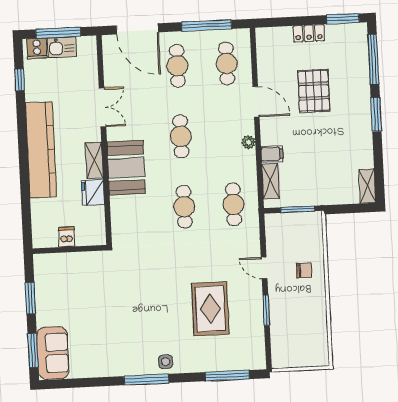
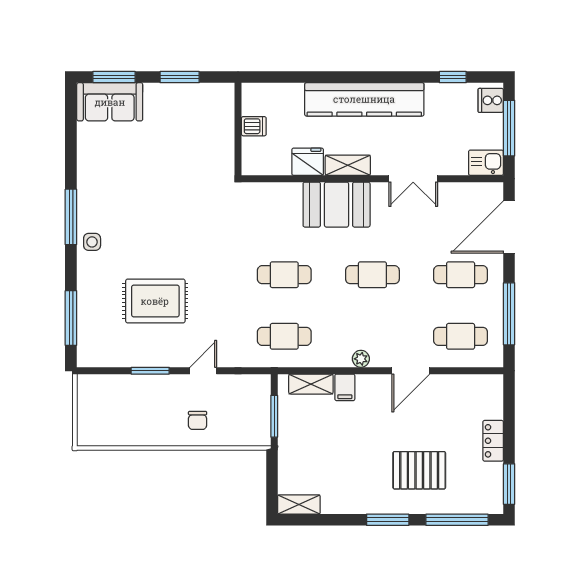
kitchen sink: (62, 47) -> (486, 163), moved, turned 90
pallet: (314, 91) -> (419, 470), moved

